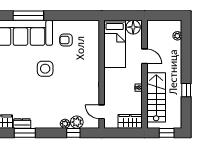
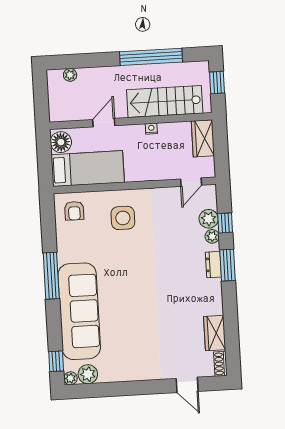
window: (28, 16) -> (51, 276), moved
armchair: (66, 40) -> (74, 211), moved
side table: (45, 69) -> (123, 218), moved
window: (186, 90) -> (151, 57), width x3.17
dresser: (22, 123) -> (213, 265), moved
window: (25, 133) -> (228, 265), moved

